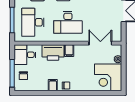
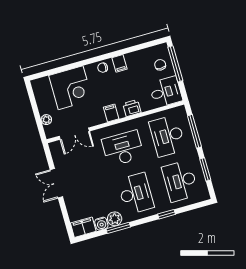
desk: (33, 22) -> (167, 136), turned 180
printer: (53, 53) -> (132, 108), width x0.53, depth x0.68
corner desk: (108, 77) -> (71, 88), moved, turned 90

